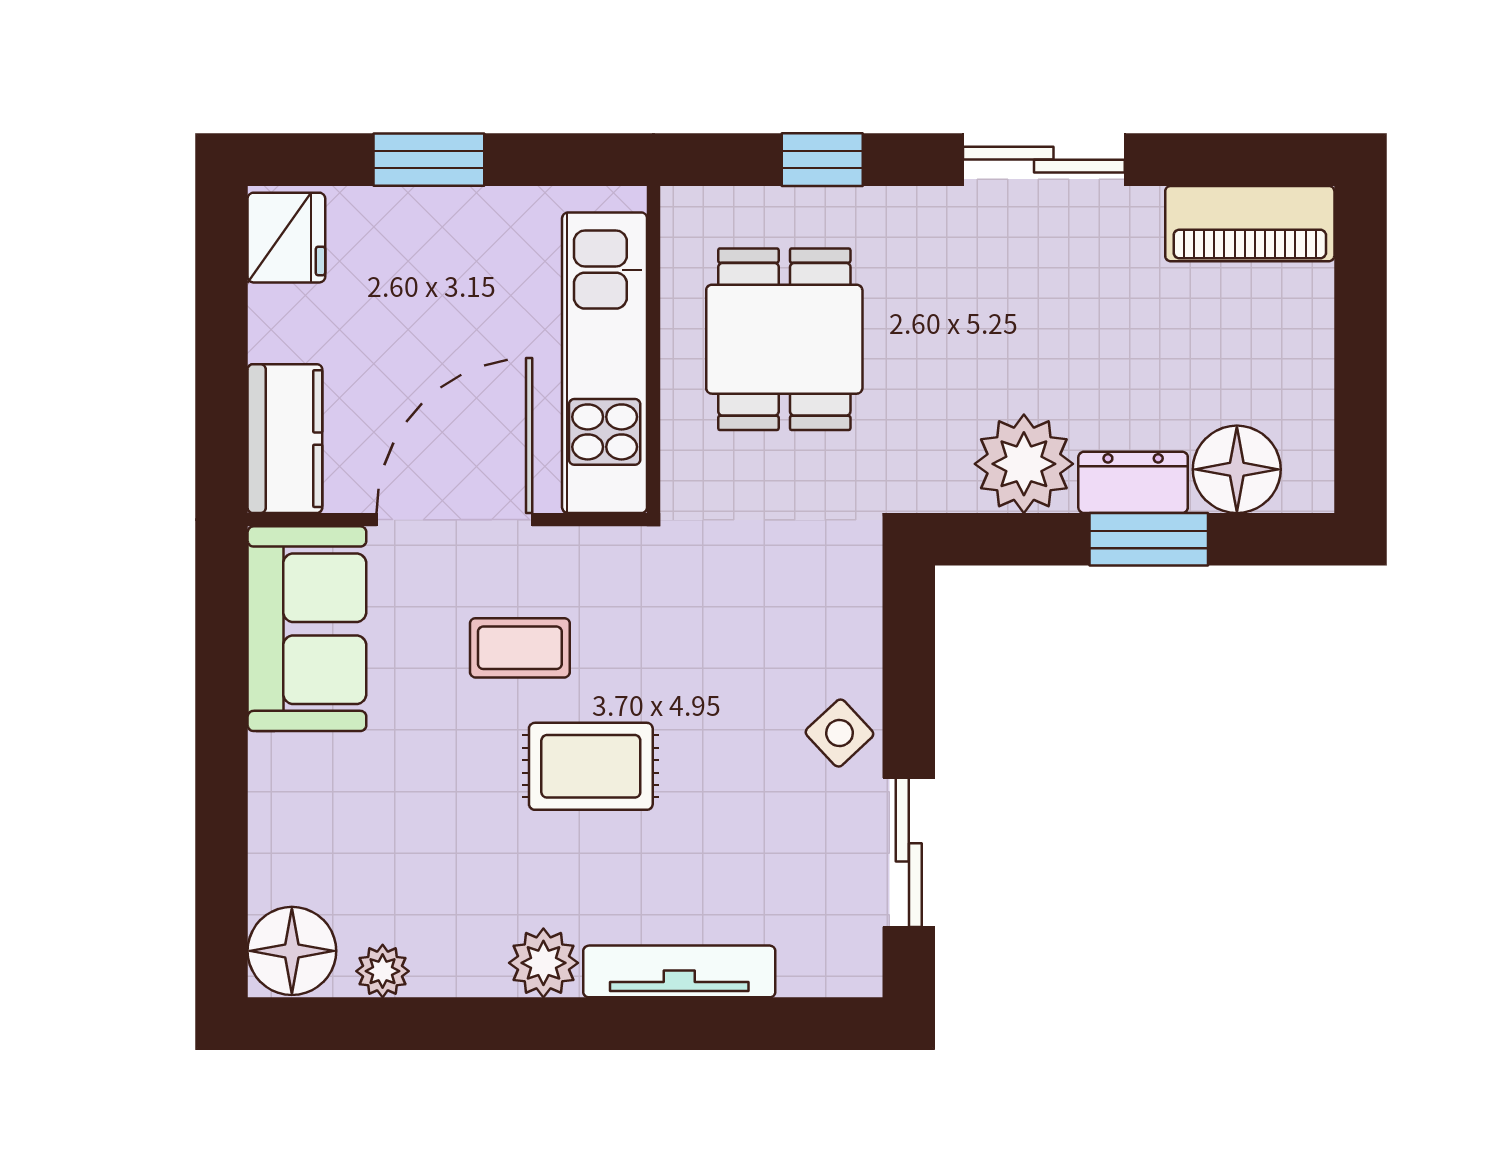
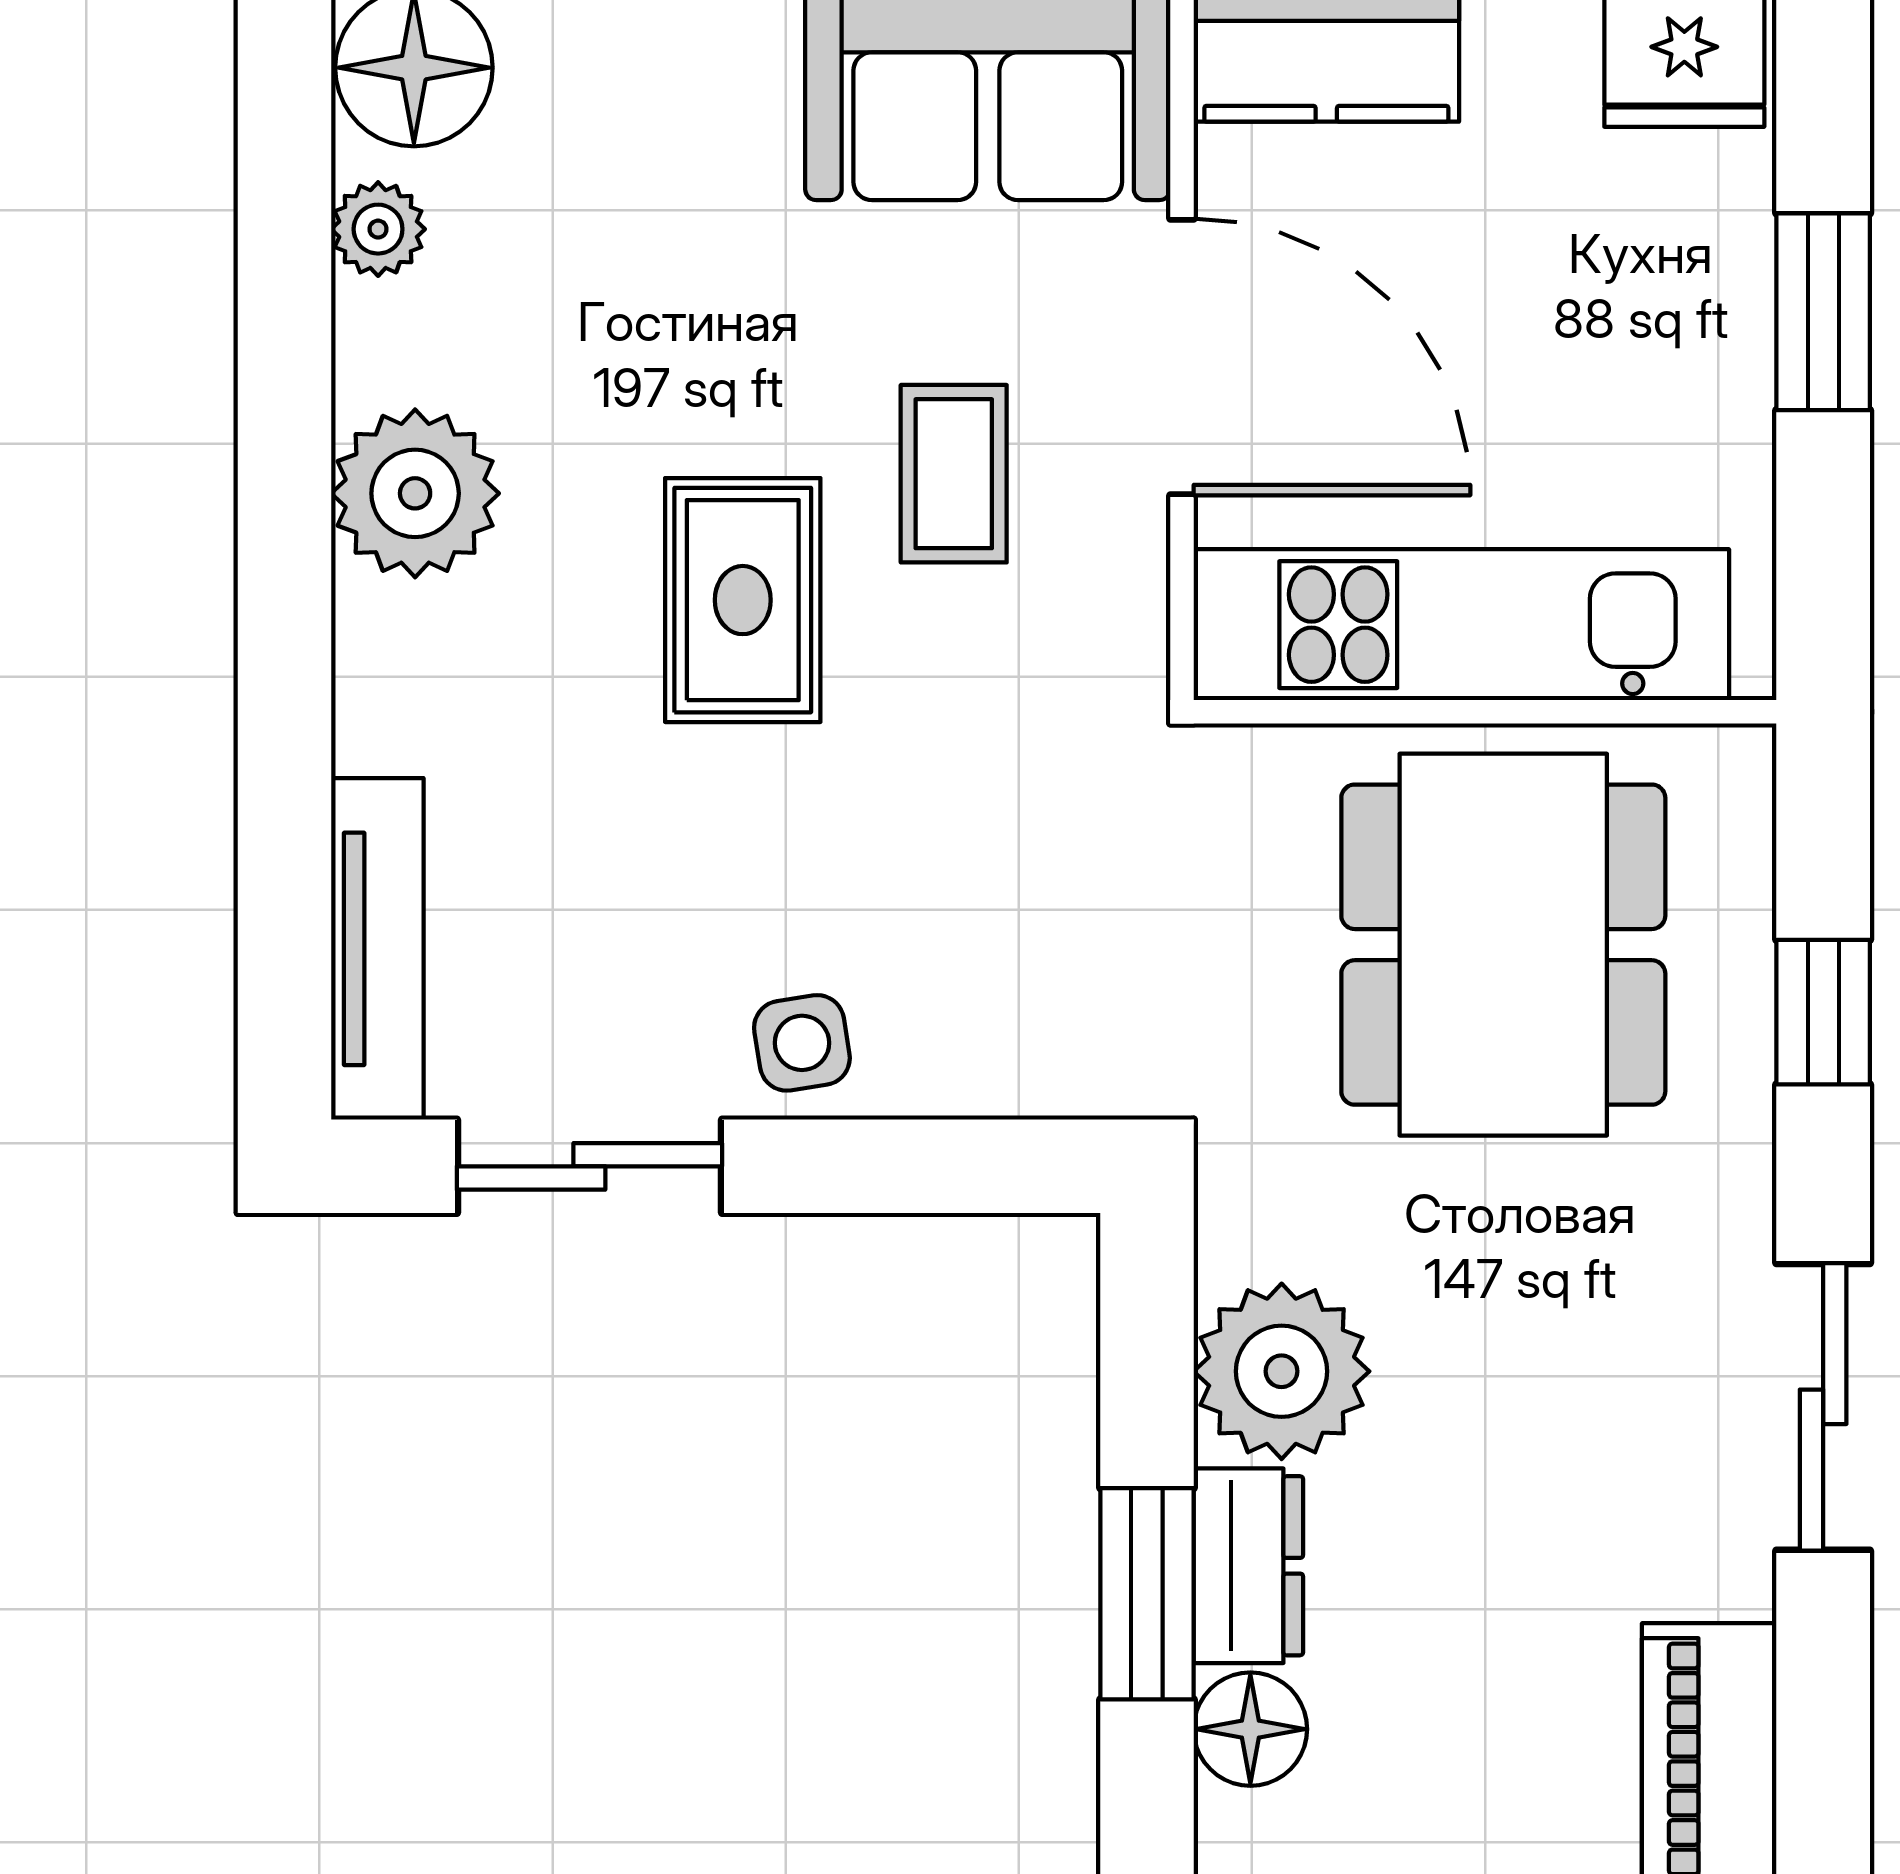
dining table: (784, 339) -> (1503, 945), width x1.37
floor lamp: (1237, 469) -> (1250, 1729), width x0.73, depth x0.73
side table: (839, 733) -> (802, 1043), turned 34
plant: (543, 963) -> (415, 493), width x1.36, depth x1.36
tv unit: (679, 971) -> (377, 949), moved

